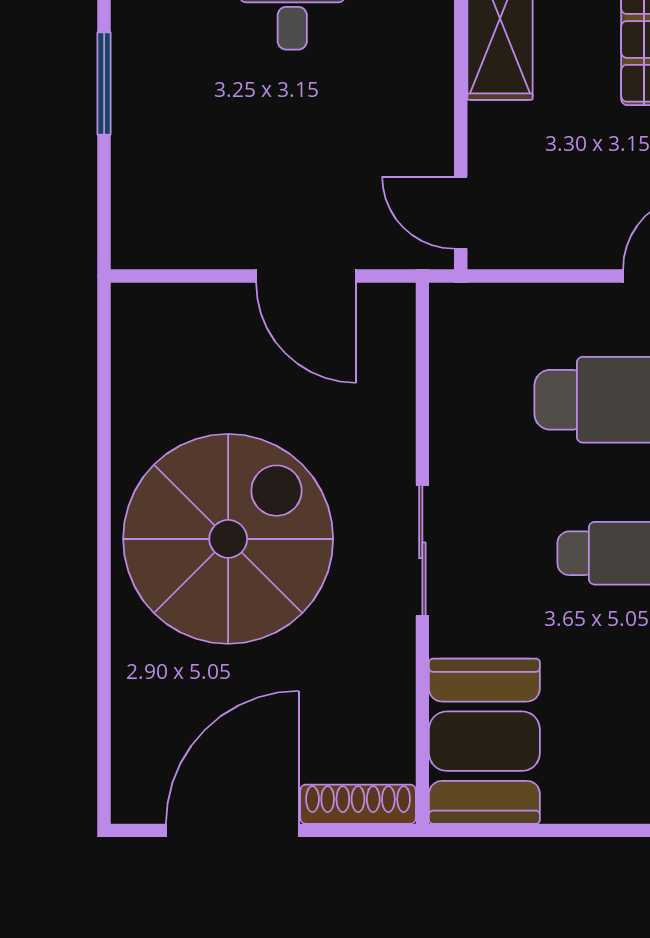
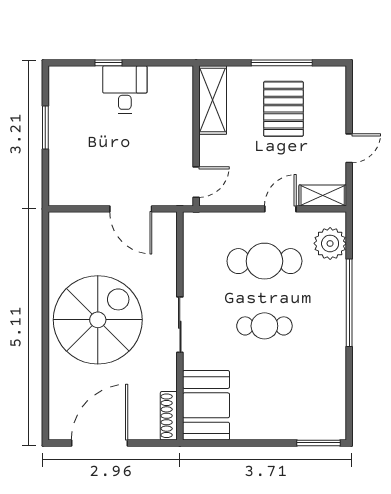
door: (461, 213) -> (196, 182), swing flipped
shoe rack: (358, 804) -> (169, 416), moved, turned -90

